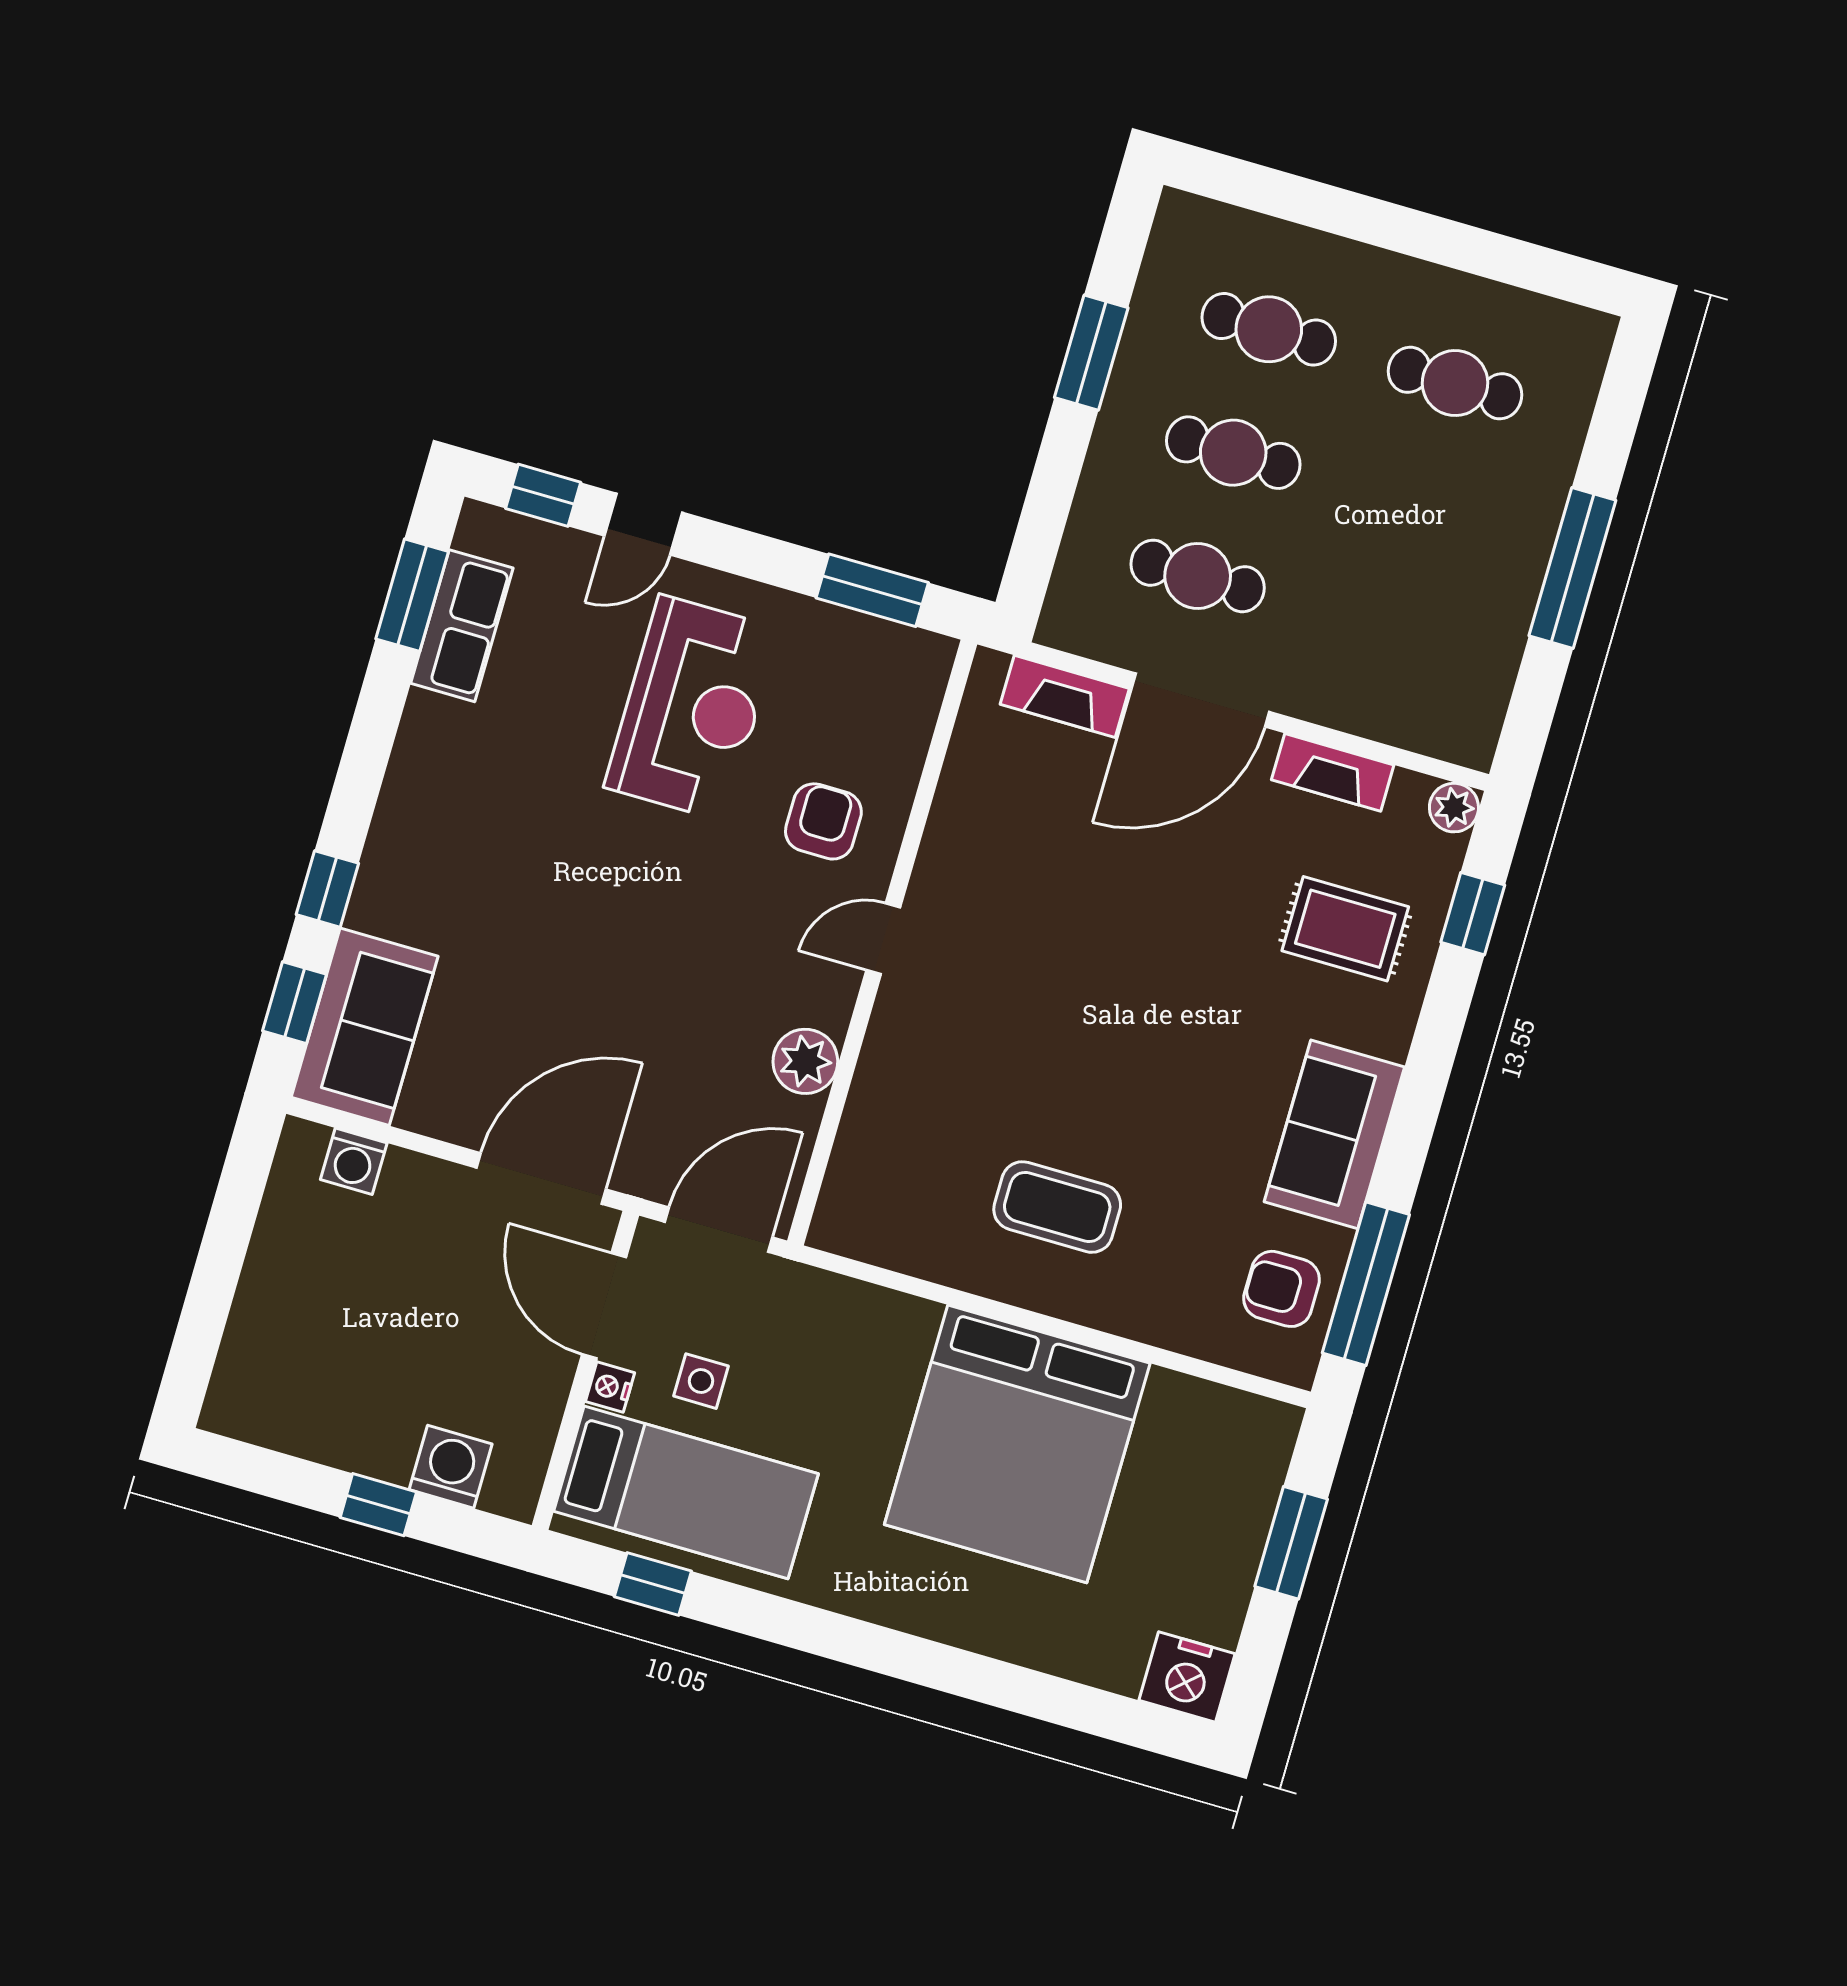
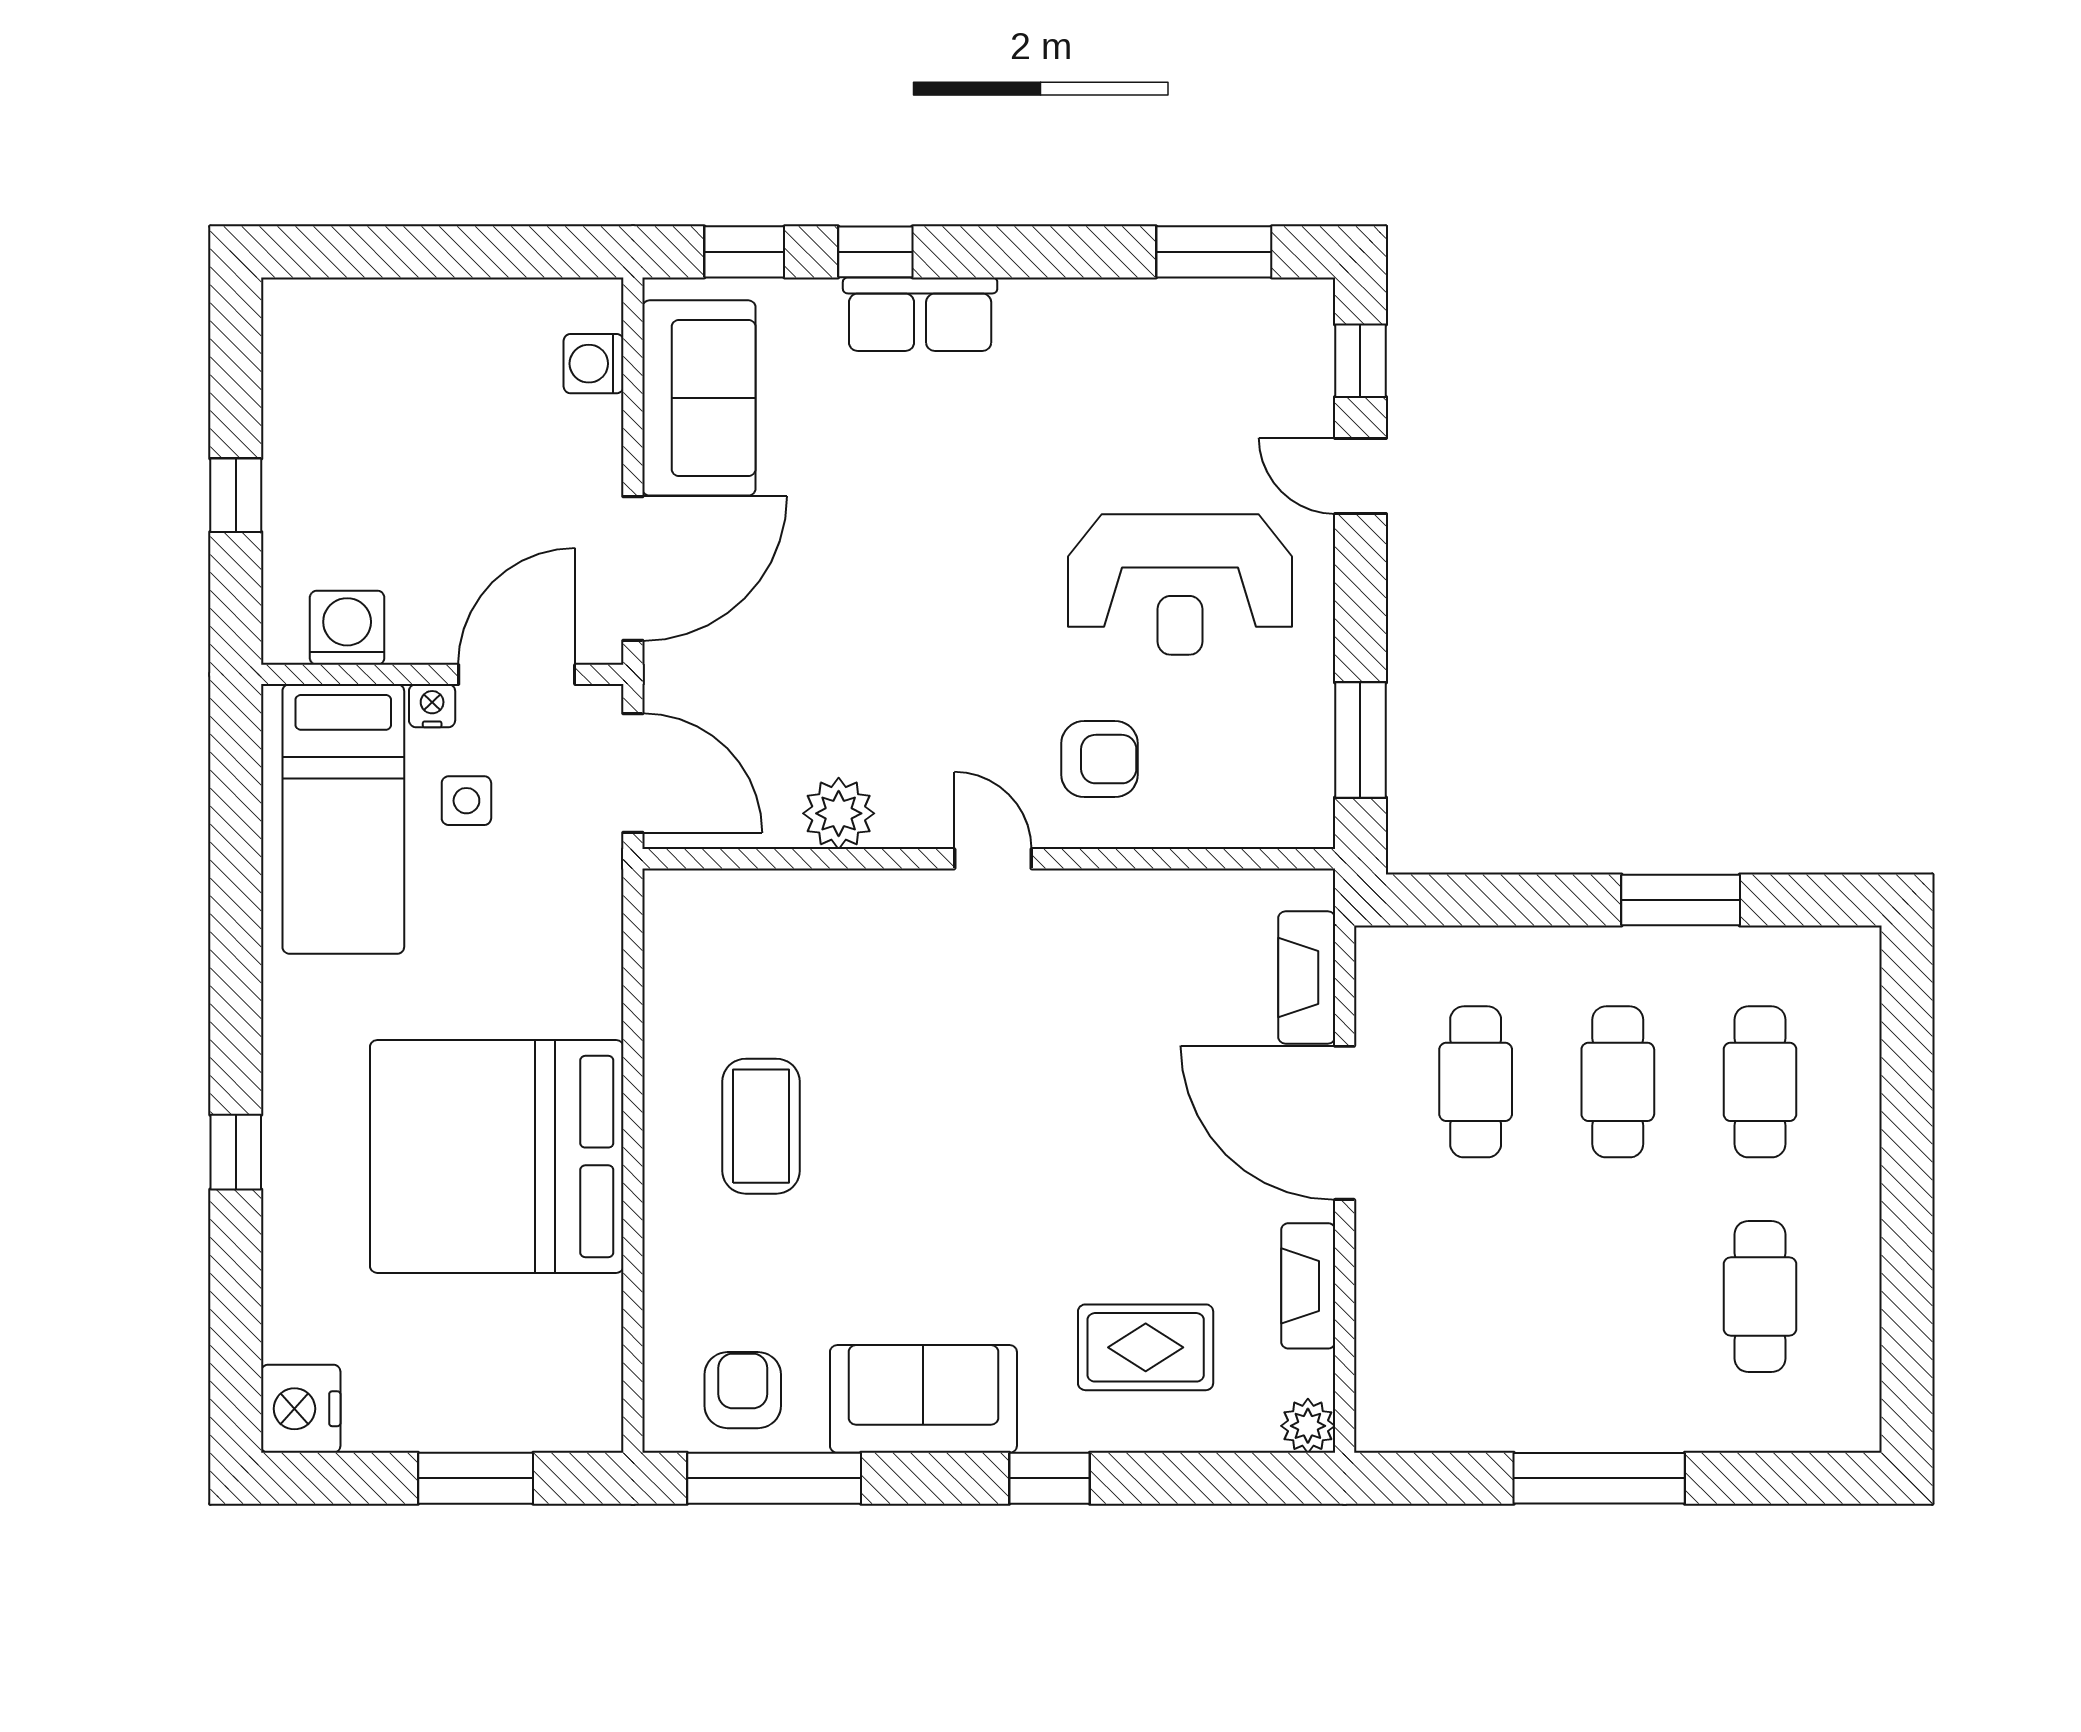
row of seats: (462, 626) -> (920, 314), moved
window: (1473, 914) -> (1049, 1478), moved
rug: (1345, 929) -> (1146, 1347), turned 90
sofa: (365, 1027) -> (699, 398), moved, turned -90
door: (541, 1178) -> (633, 569), hinge flipped
washing machine: (451, 1467) -> (347, 628), moved, turned -90
window: (653, 1584) -> (236, 1152), moved

